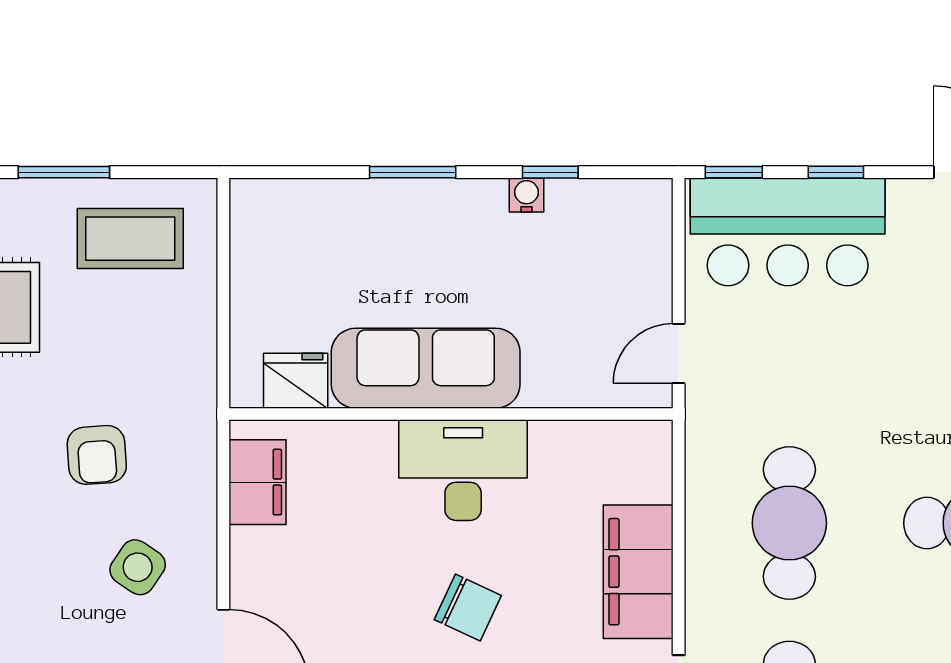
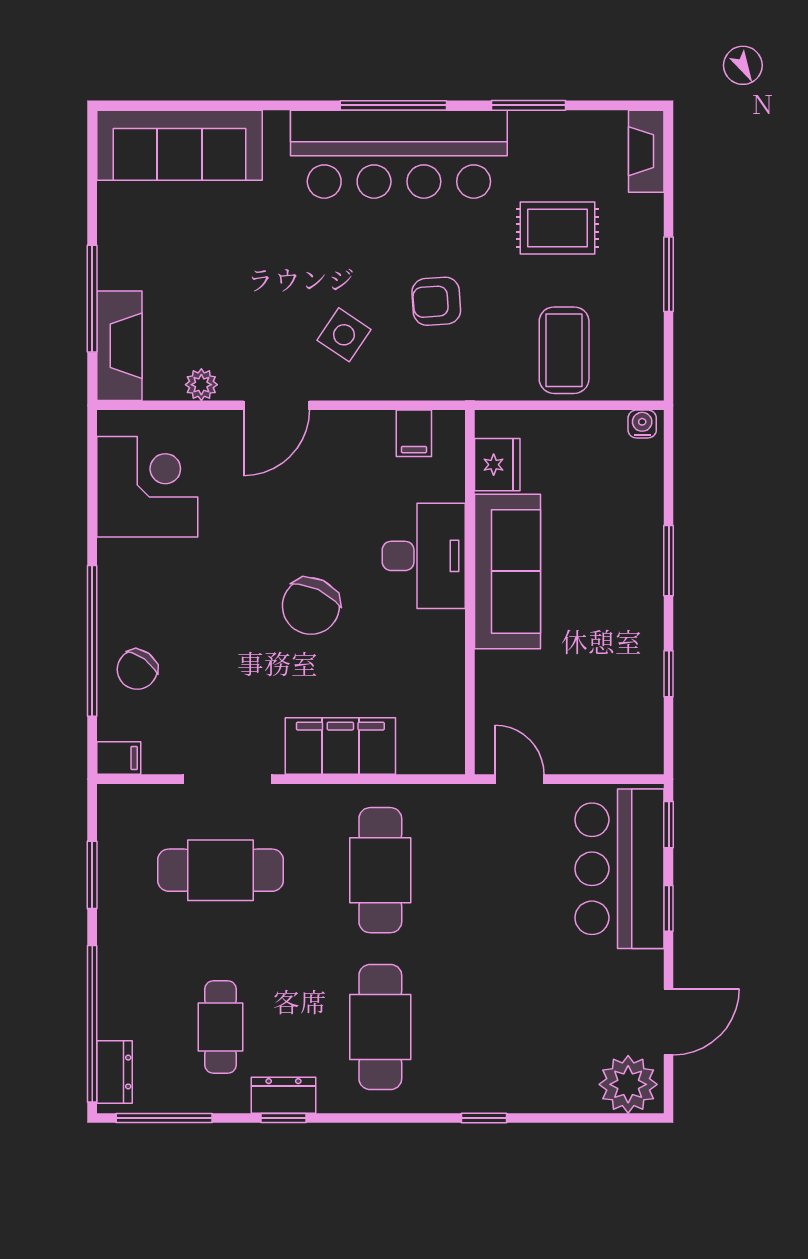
water cooler: (527, 195) -> (642, 424), moved, turned -90
coffee table: (130, 239) -> (564, 350), moved
desk: (463, 470) -> (424, 556), moved
filing cabinet: (257, 482) -> (414, 433), width x0.50
cafe table: (789, 523) -> (380, 870), turned 90
chair: (468, 608) -> (311, 606), width x1.37, depth x1.37

